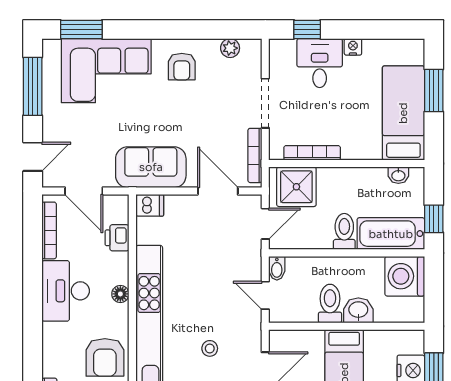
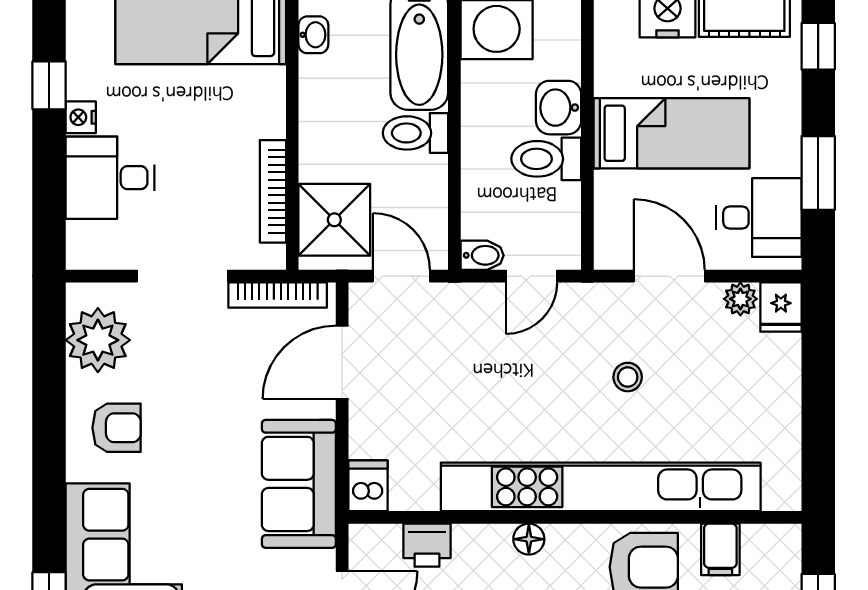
window: (307, 29) -> (49, 85), moved
plant: (230, 48) -> (98, 340), width x1.87, depth x1.87

